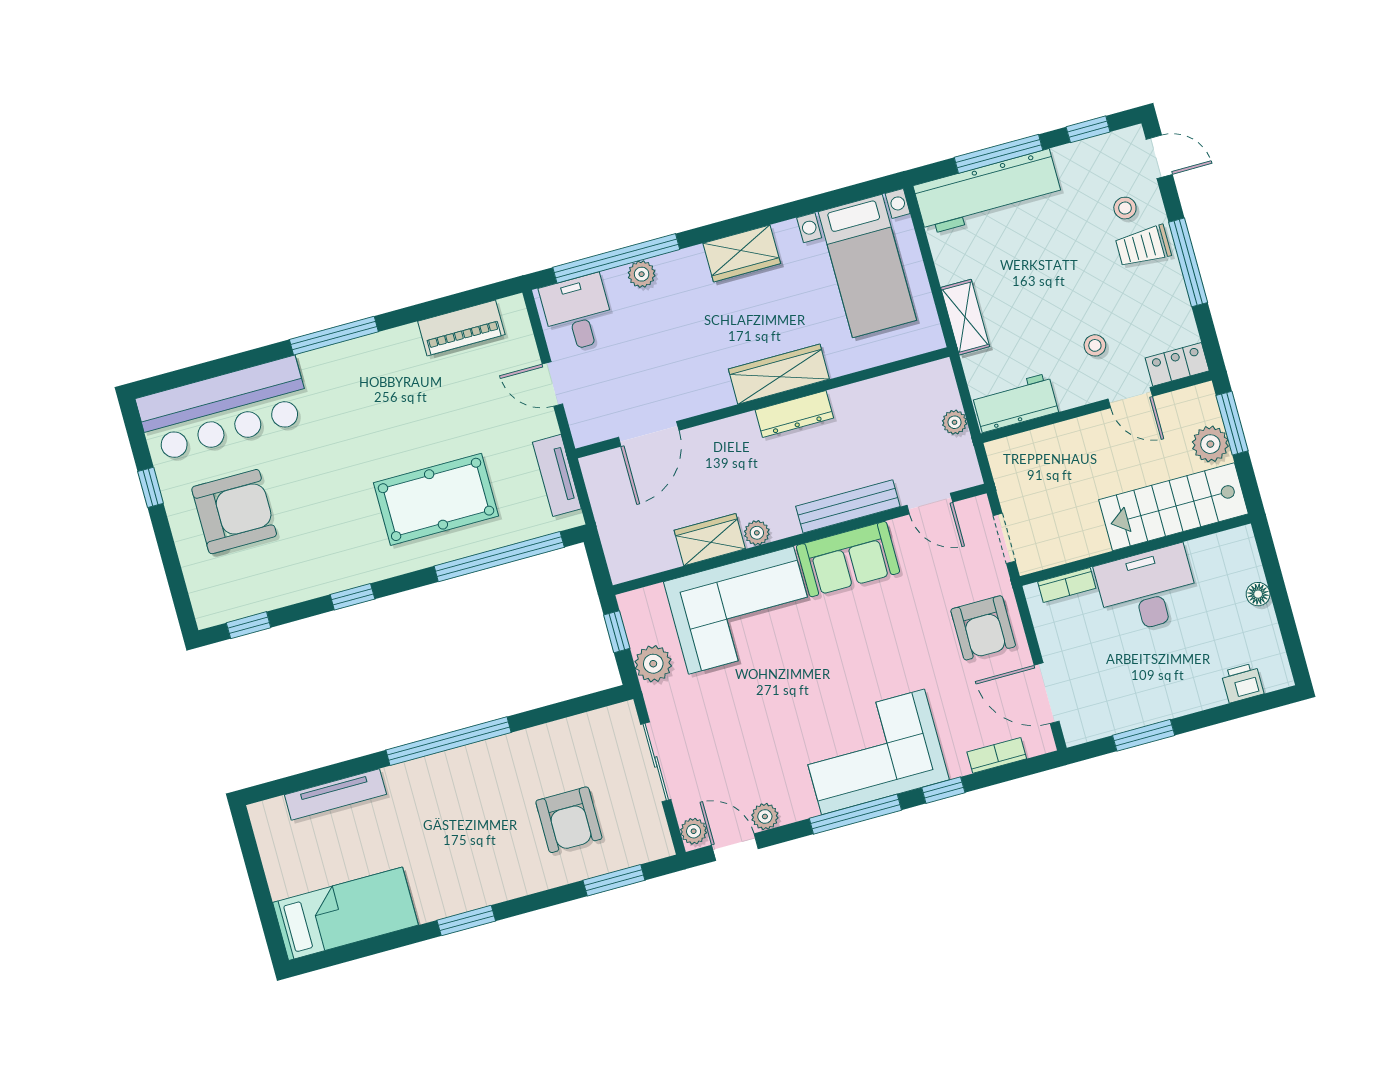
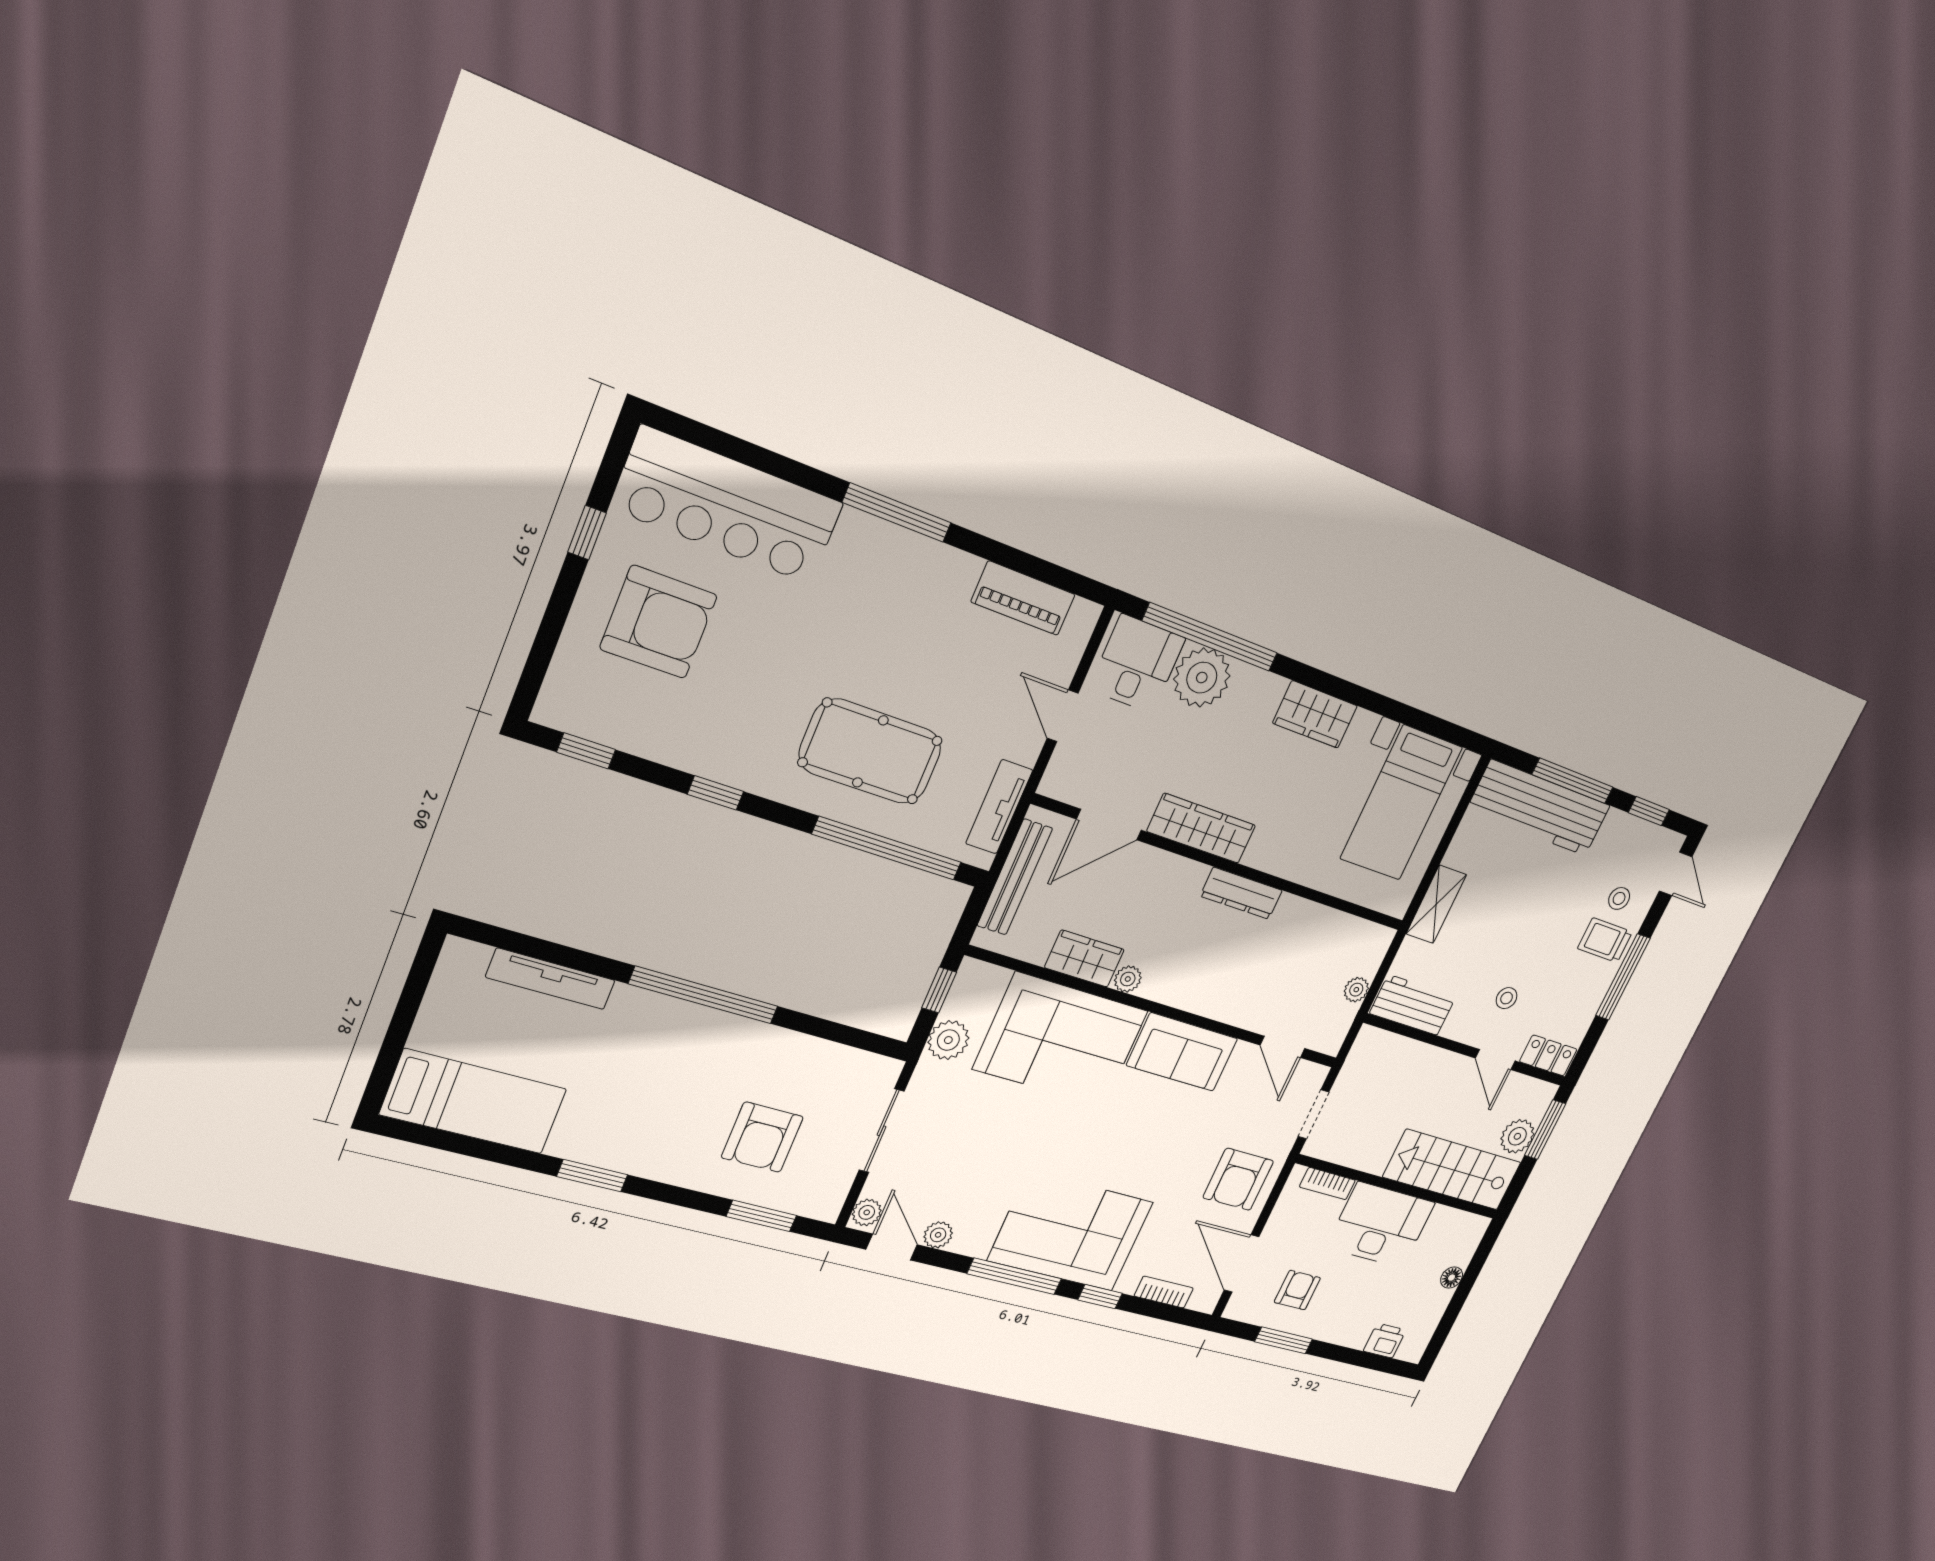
plant: (642, 274) -> (1202, 678), width x1.88, depth x1.88
wardrobe: (779, 374) -> (1201, 828), moved
bench: (848, 506) -> (1015, 877), moved, turned 90
armchair: (1118, 686) -> (1297, 1290), added

